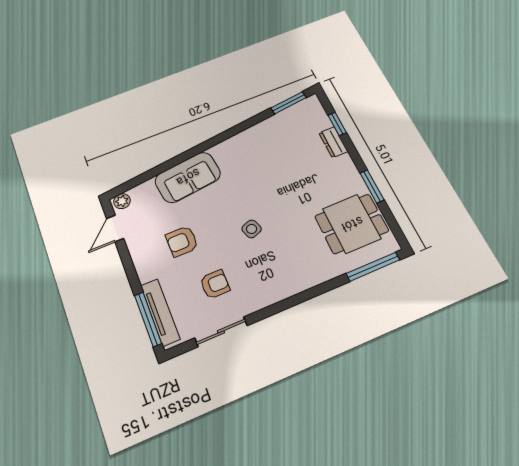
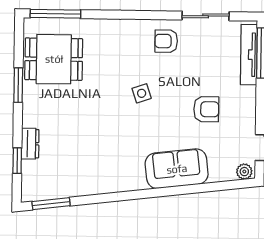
armchair: (215, 284) -> (166, 41), moved

